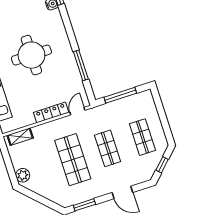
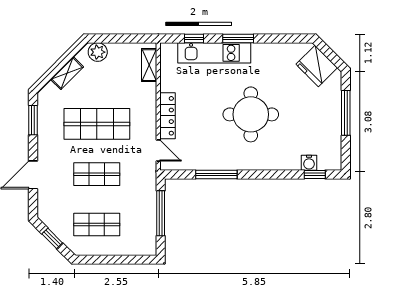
shelving: (44, 192) -> (67, 73), added

